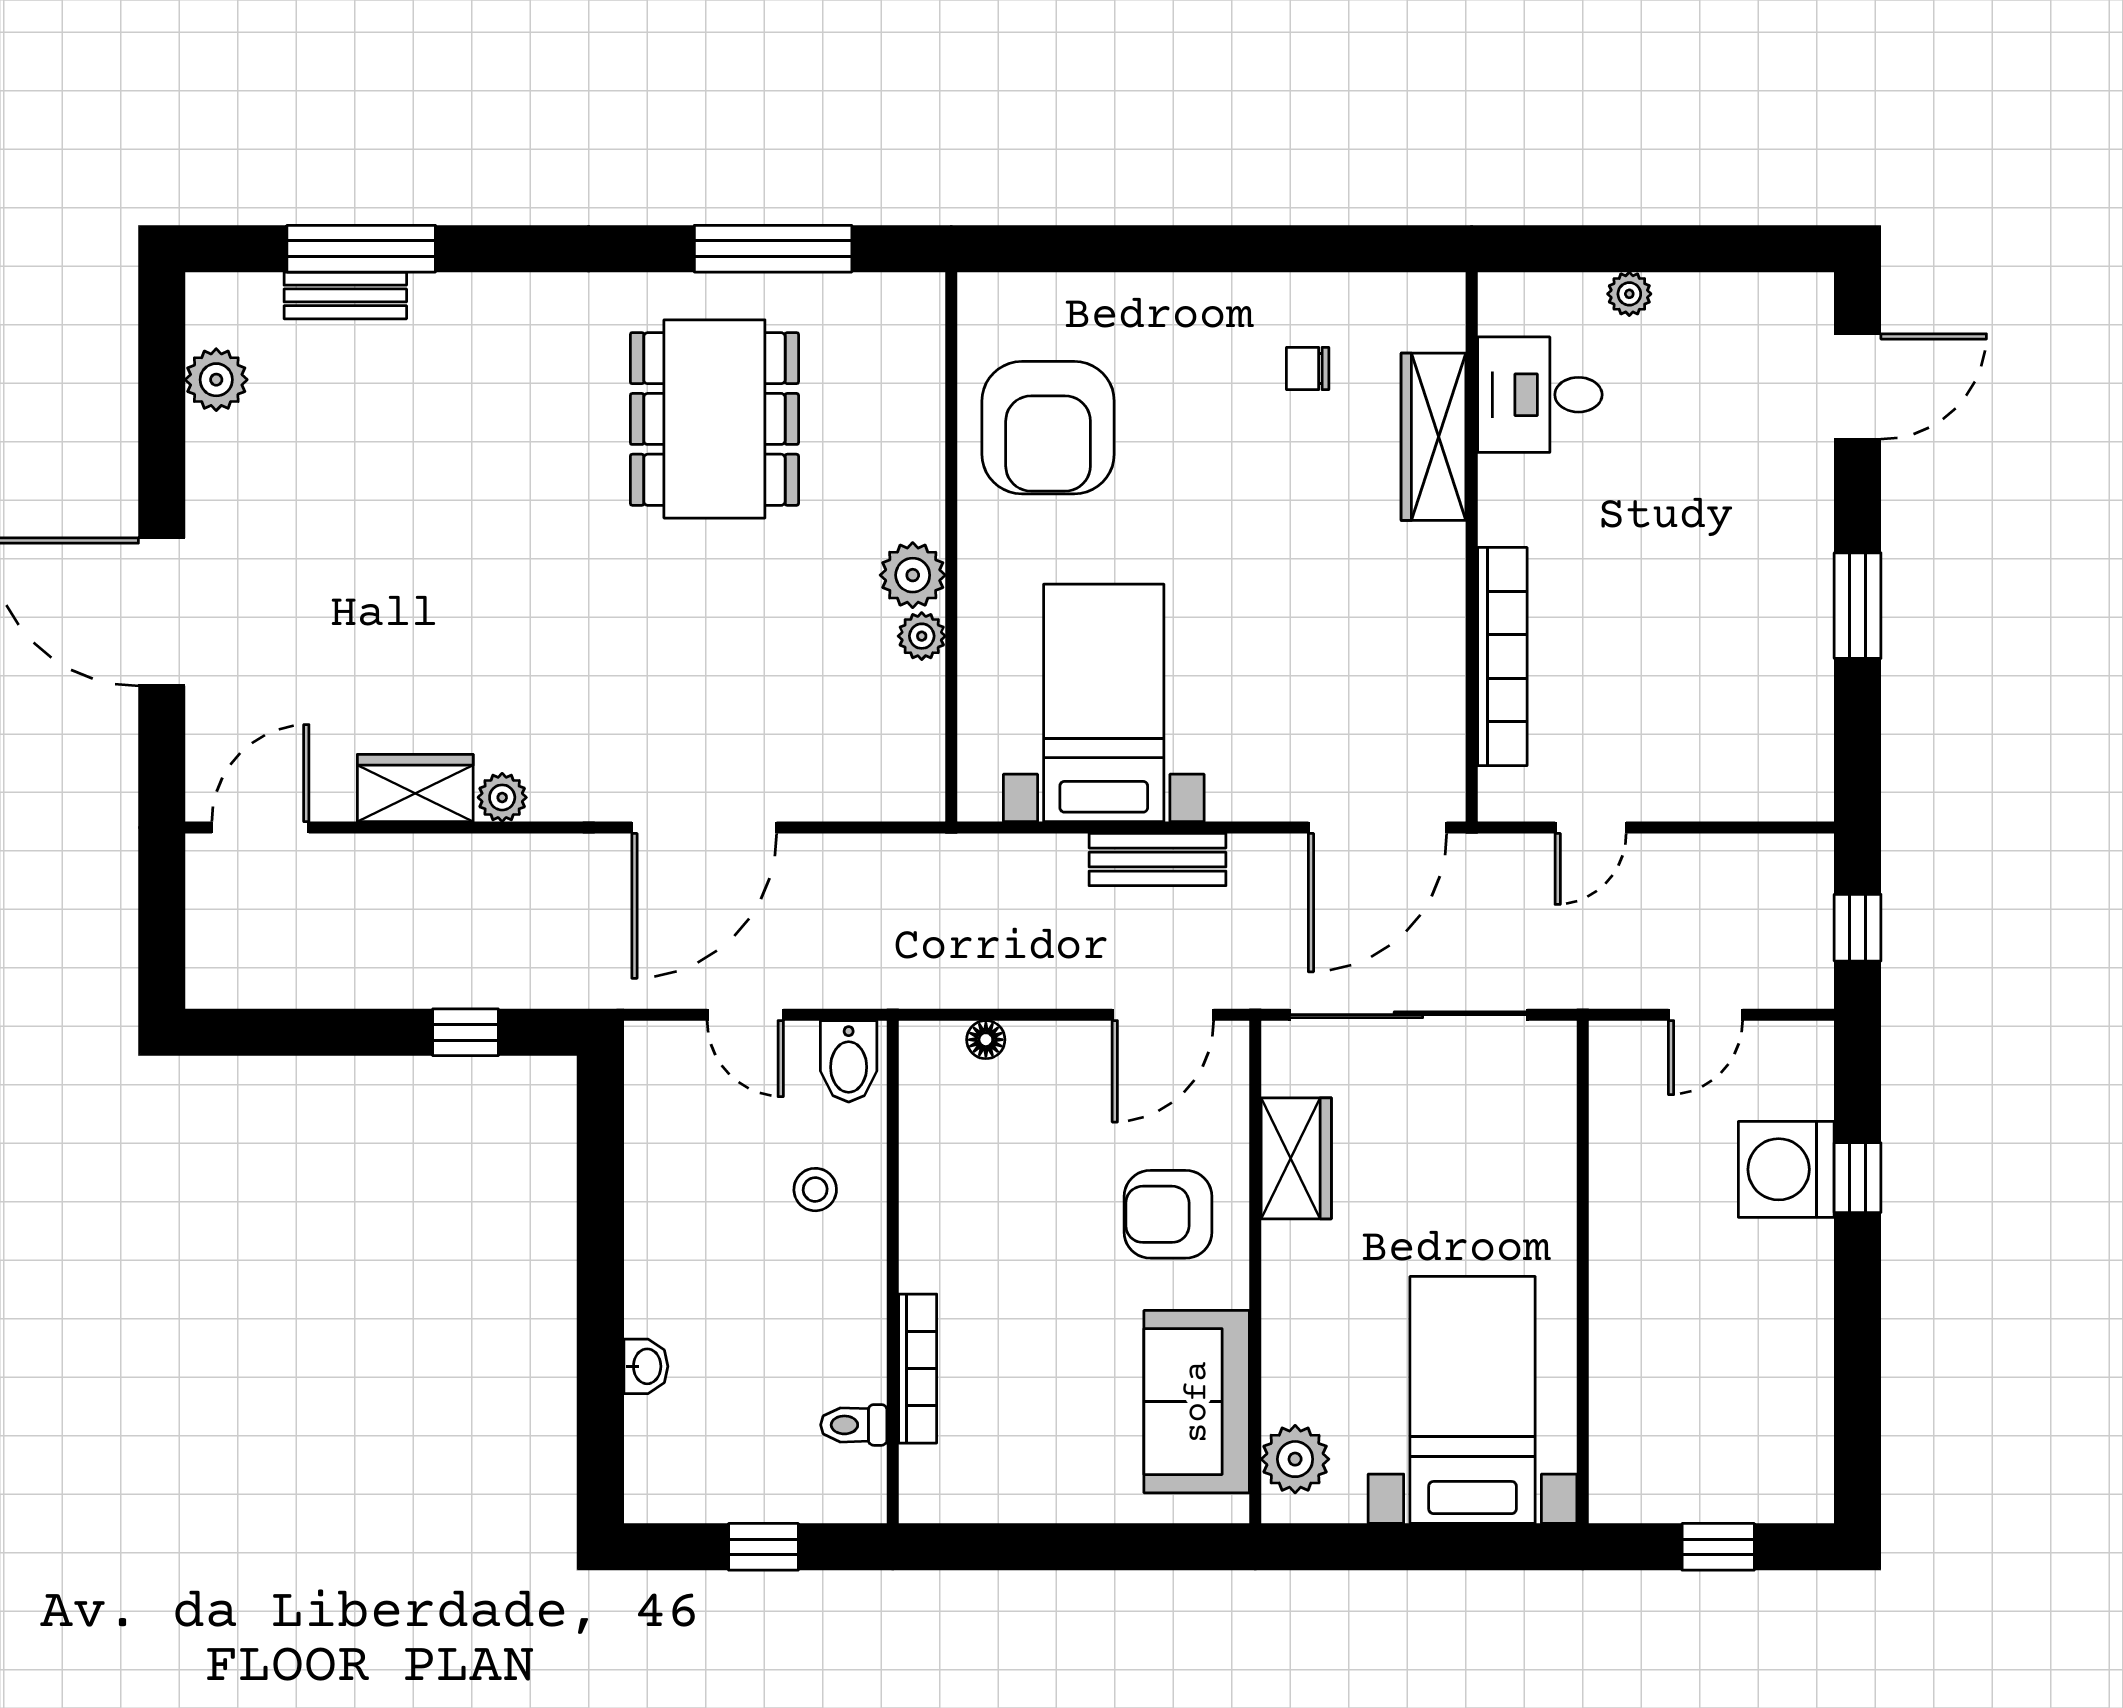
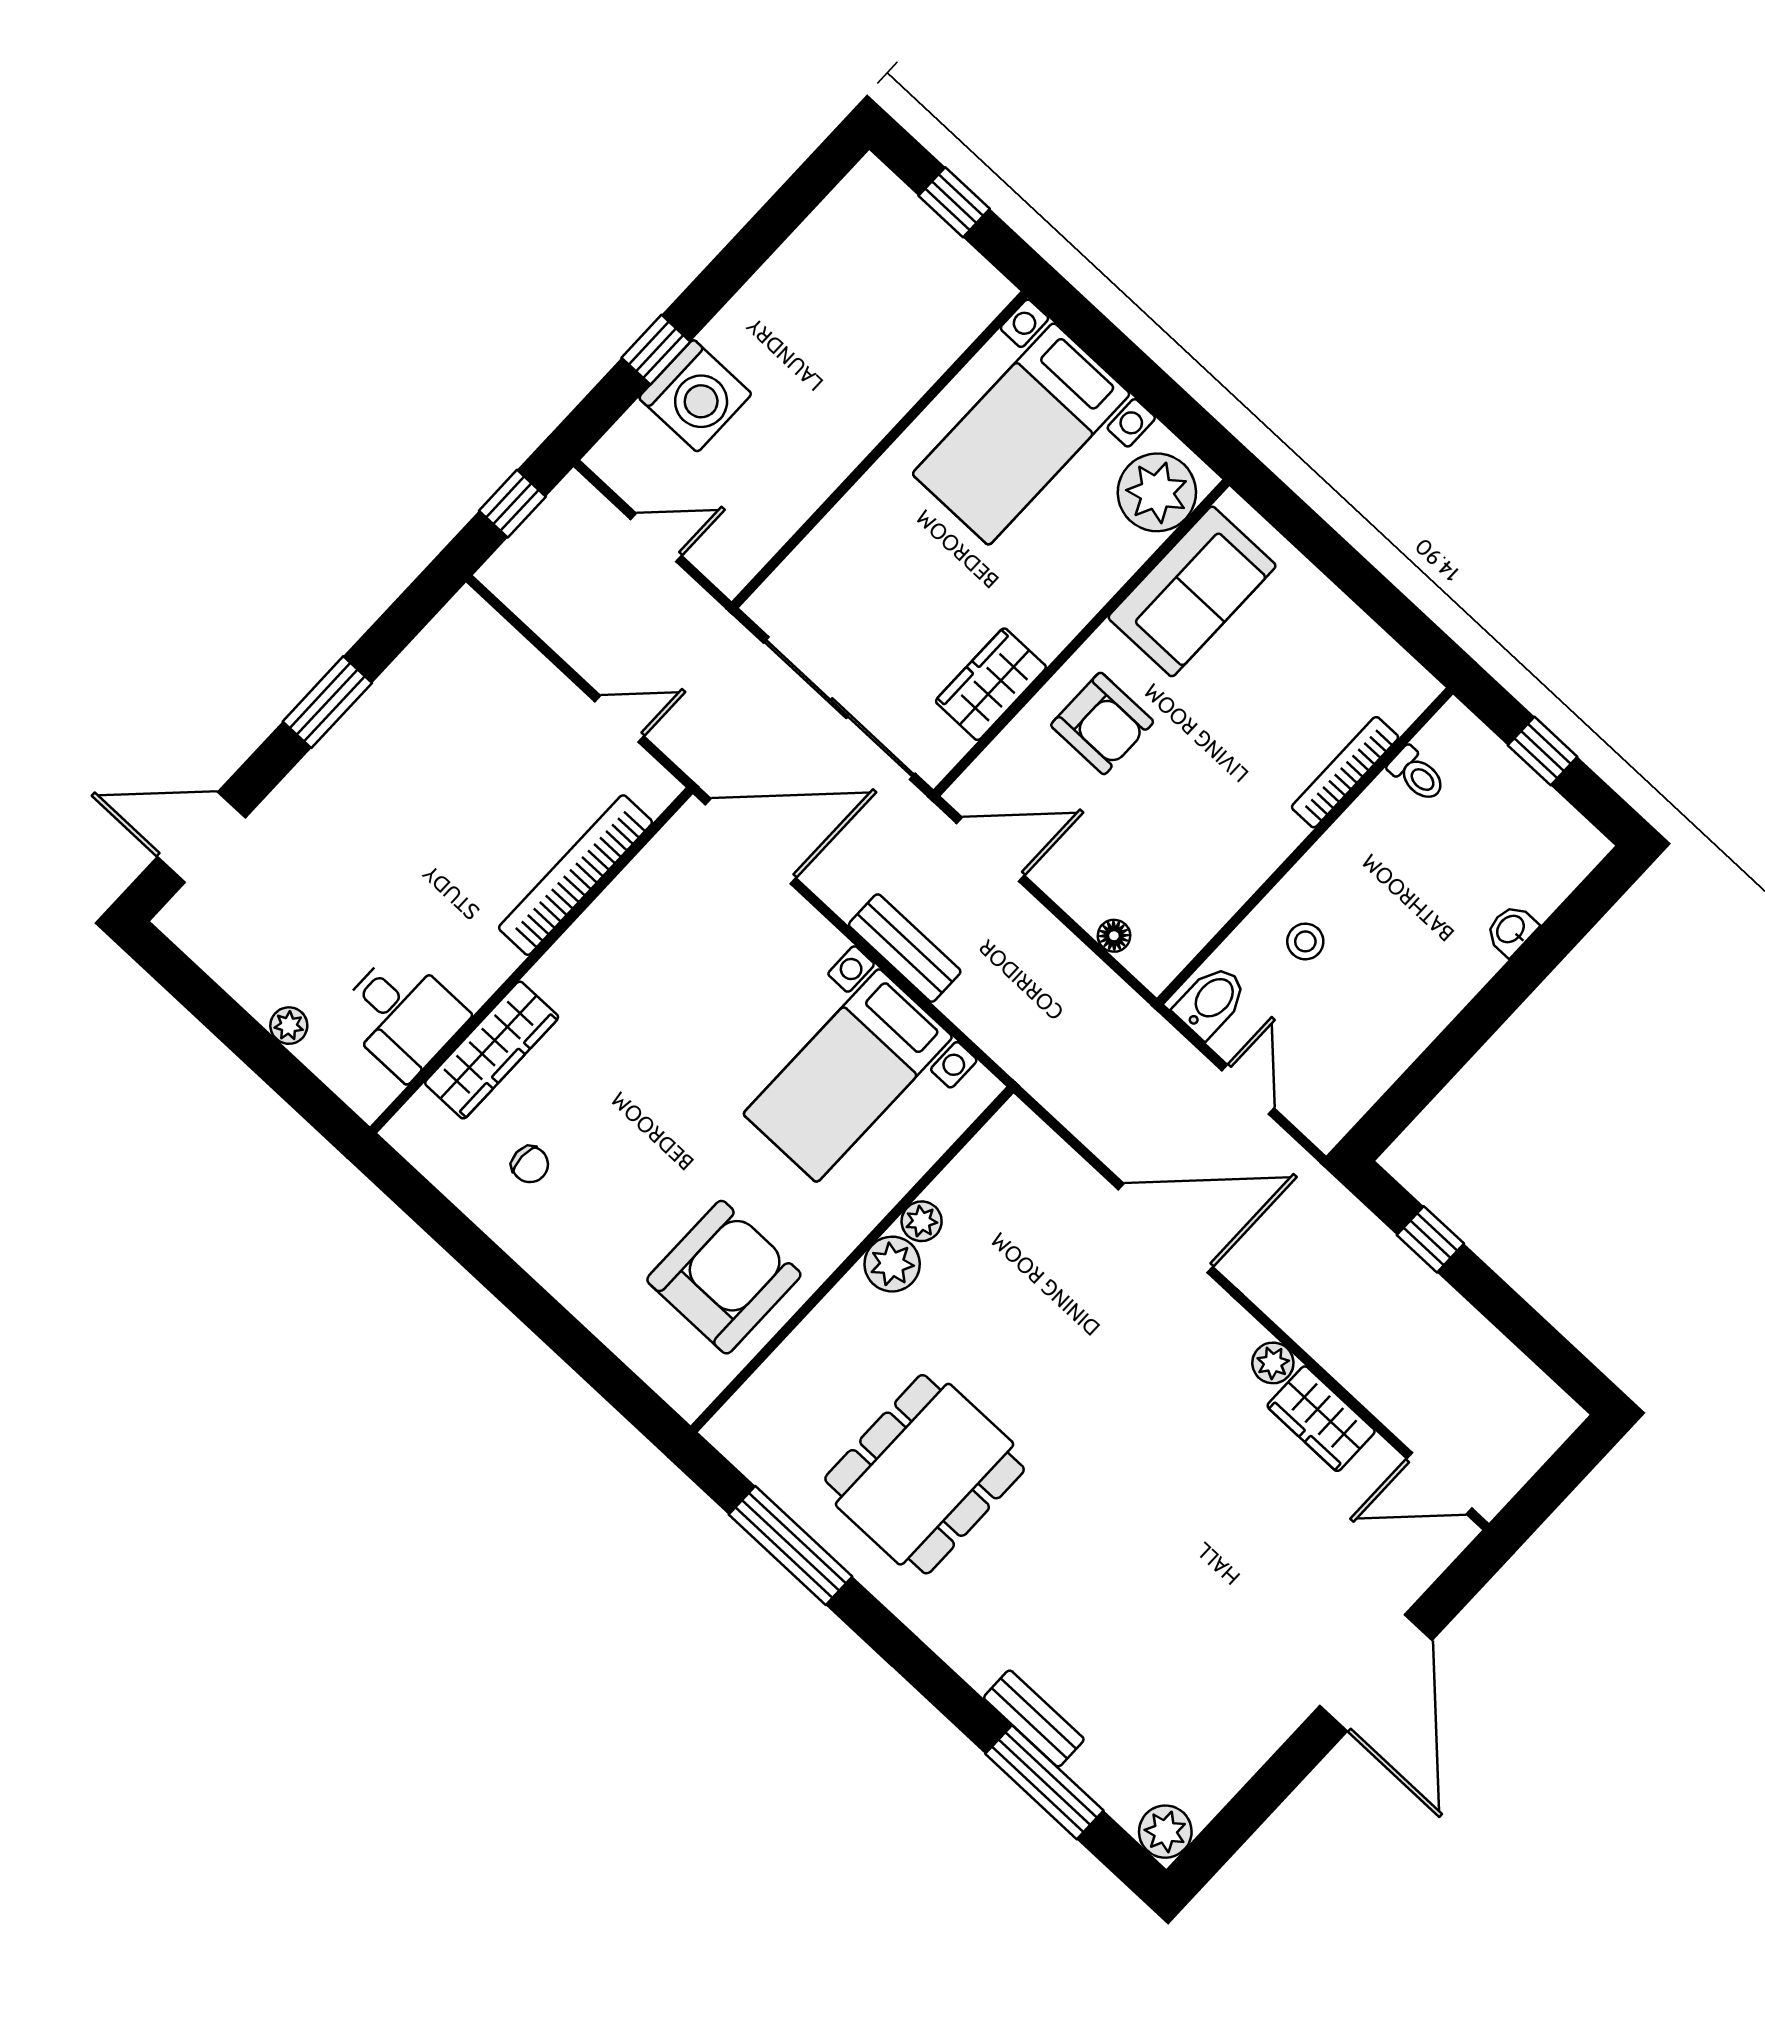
bench: (345, 295) -> (1034, 1718), moved
plant: (216, 380) -> (1165, 1832), moved
plant: (1295, 1459) -> (1157, 492), width x1.36, depth x1.36

